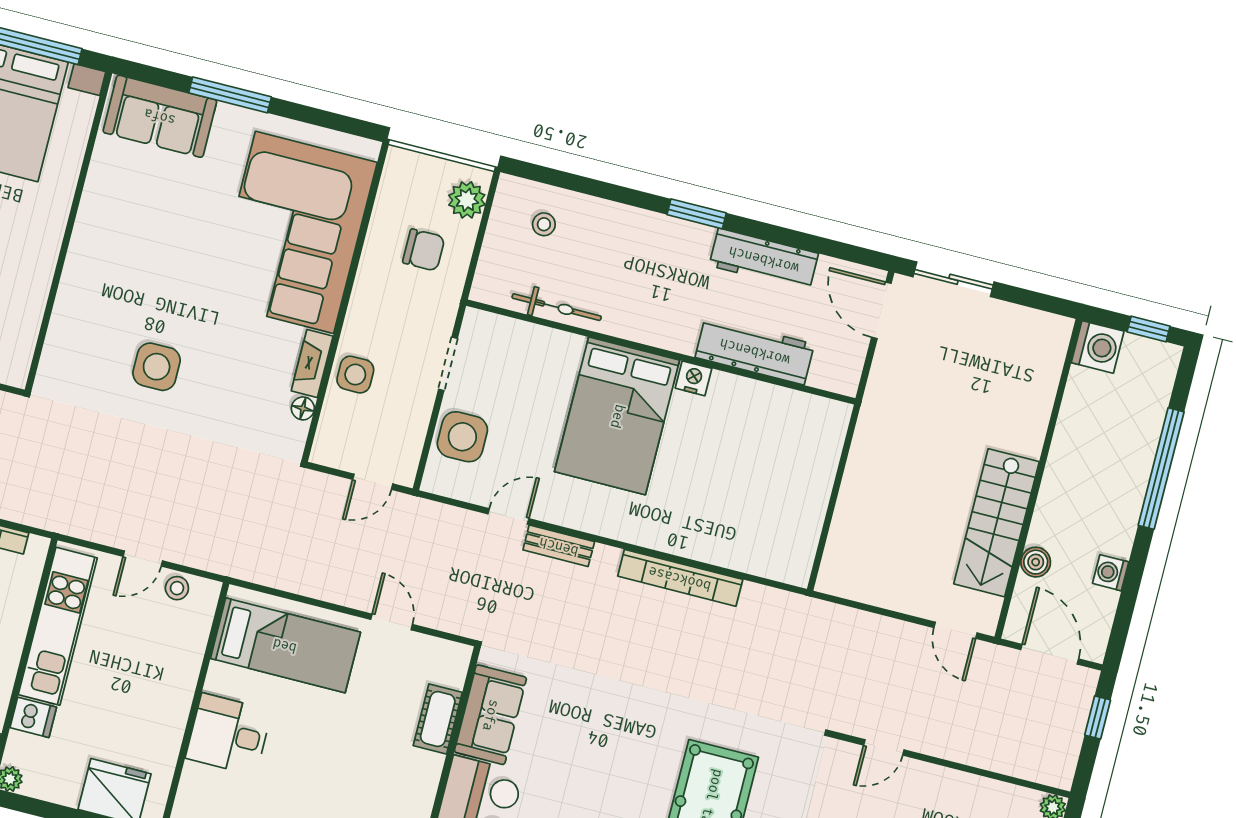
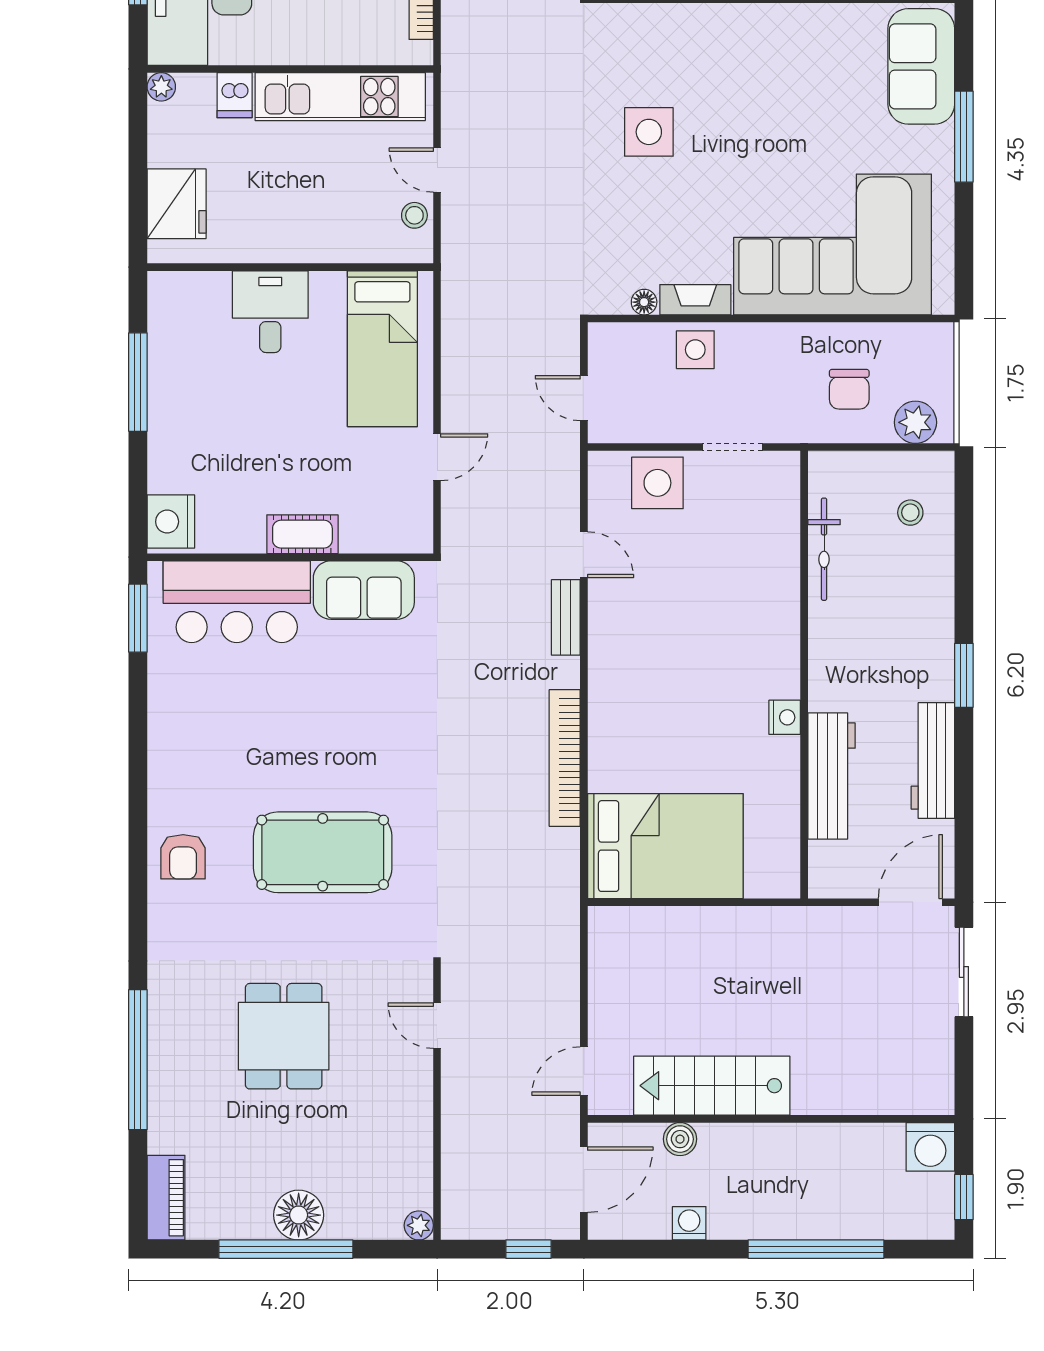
bed: (617, 416) -> (665, 846), moved, turned 180
cot: (438, 719) -> (302, 534), moved

